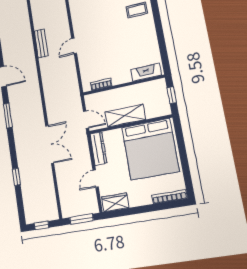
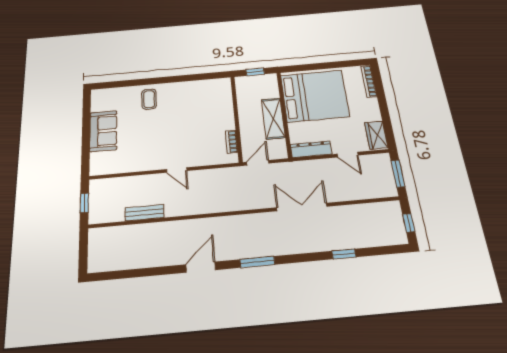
bench: (41, 43) -> (144, 213), moved
fireplace: (146, 72) -> (225, 94), removed
door: (86, 120) -> (258, 163), moved

